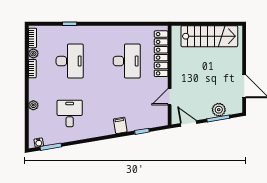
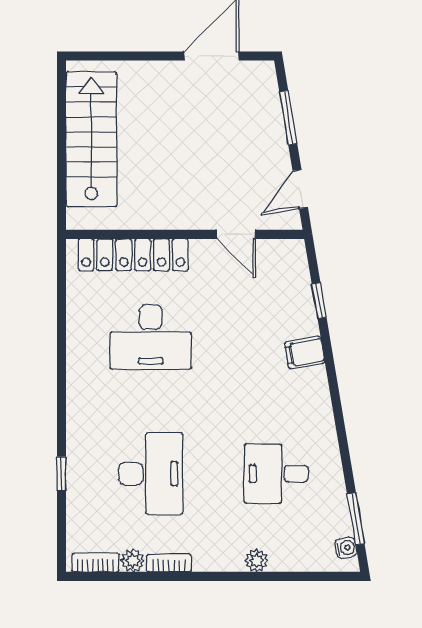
desk: (70, 61) -> (151, 474), turned 90
desk: (127, 61) -> (151, 337), turned 180
plant: (219, 110) -> (267, 117), removed

